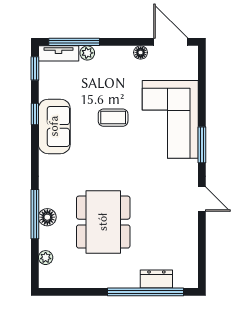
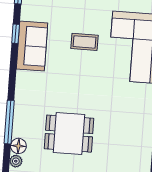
floor lamp: (47, 217) -> (18, 146), moved
dining table: (103, 222) -> (69, 134), width x0.73

